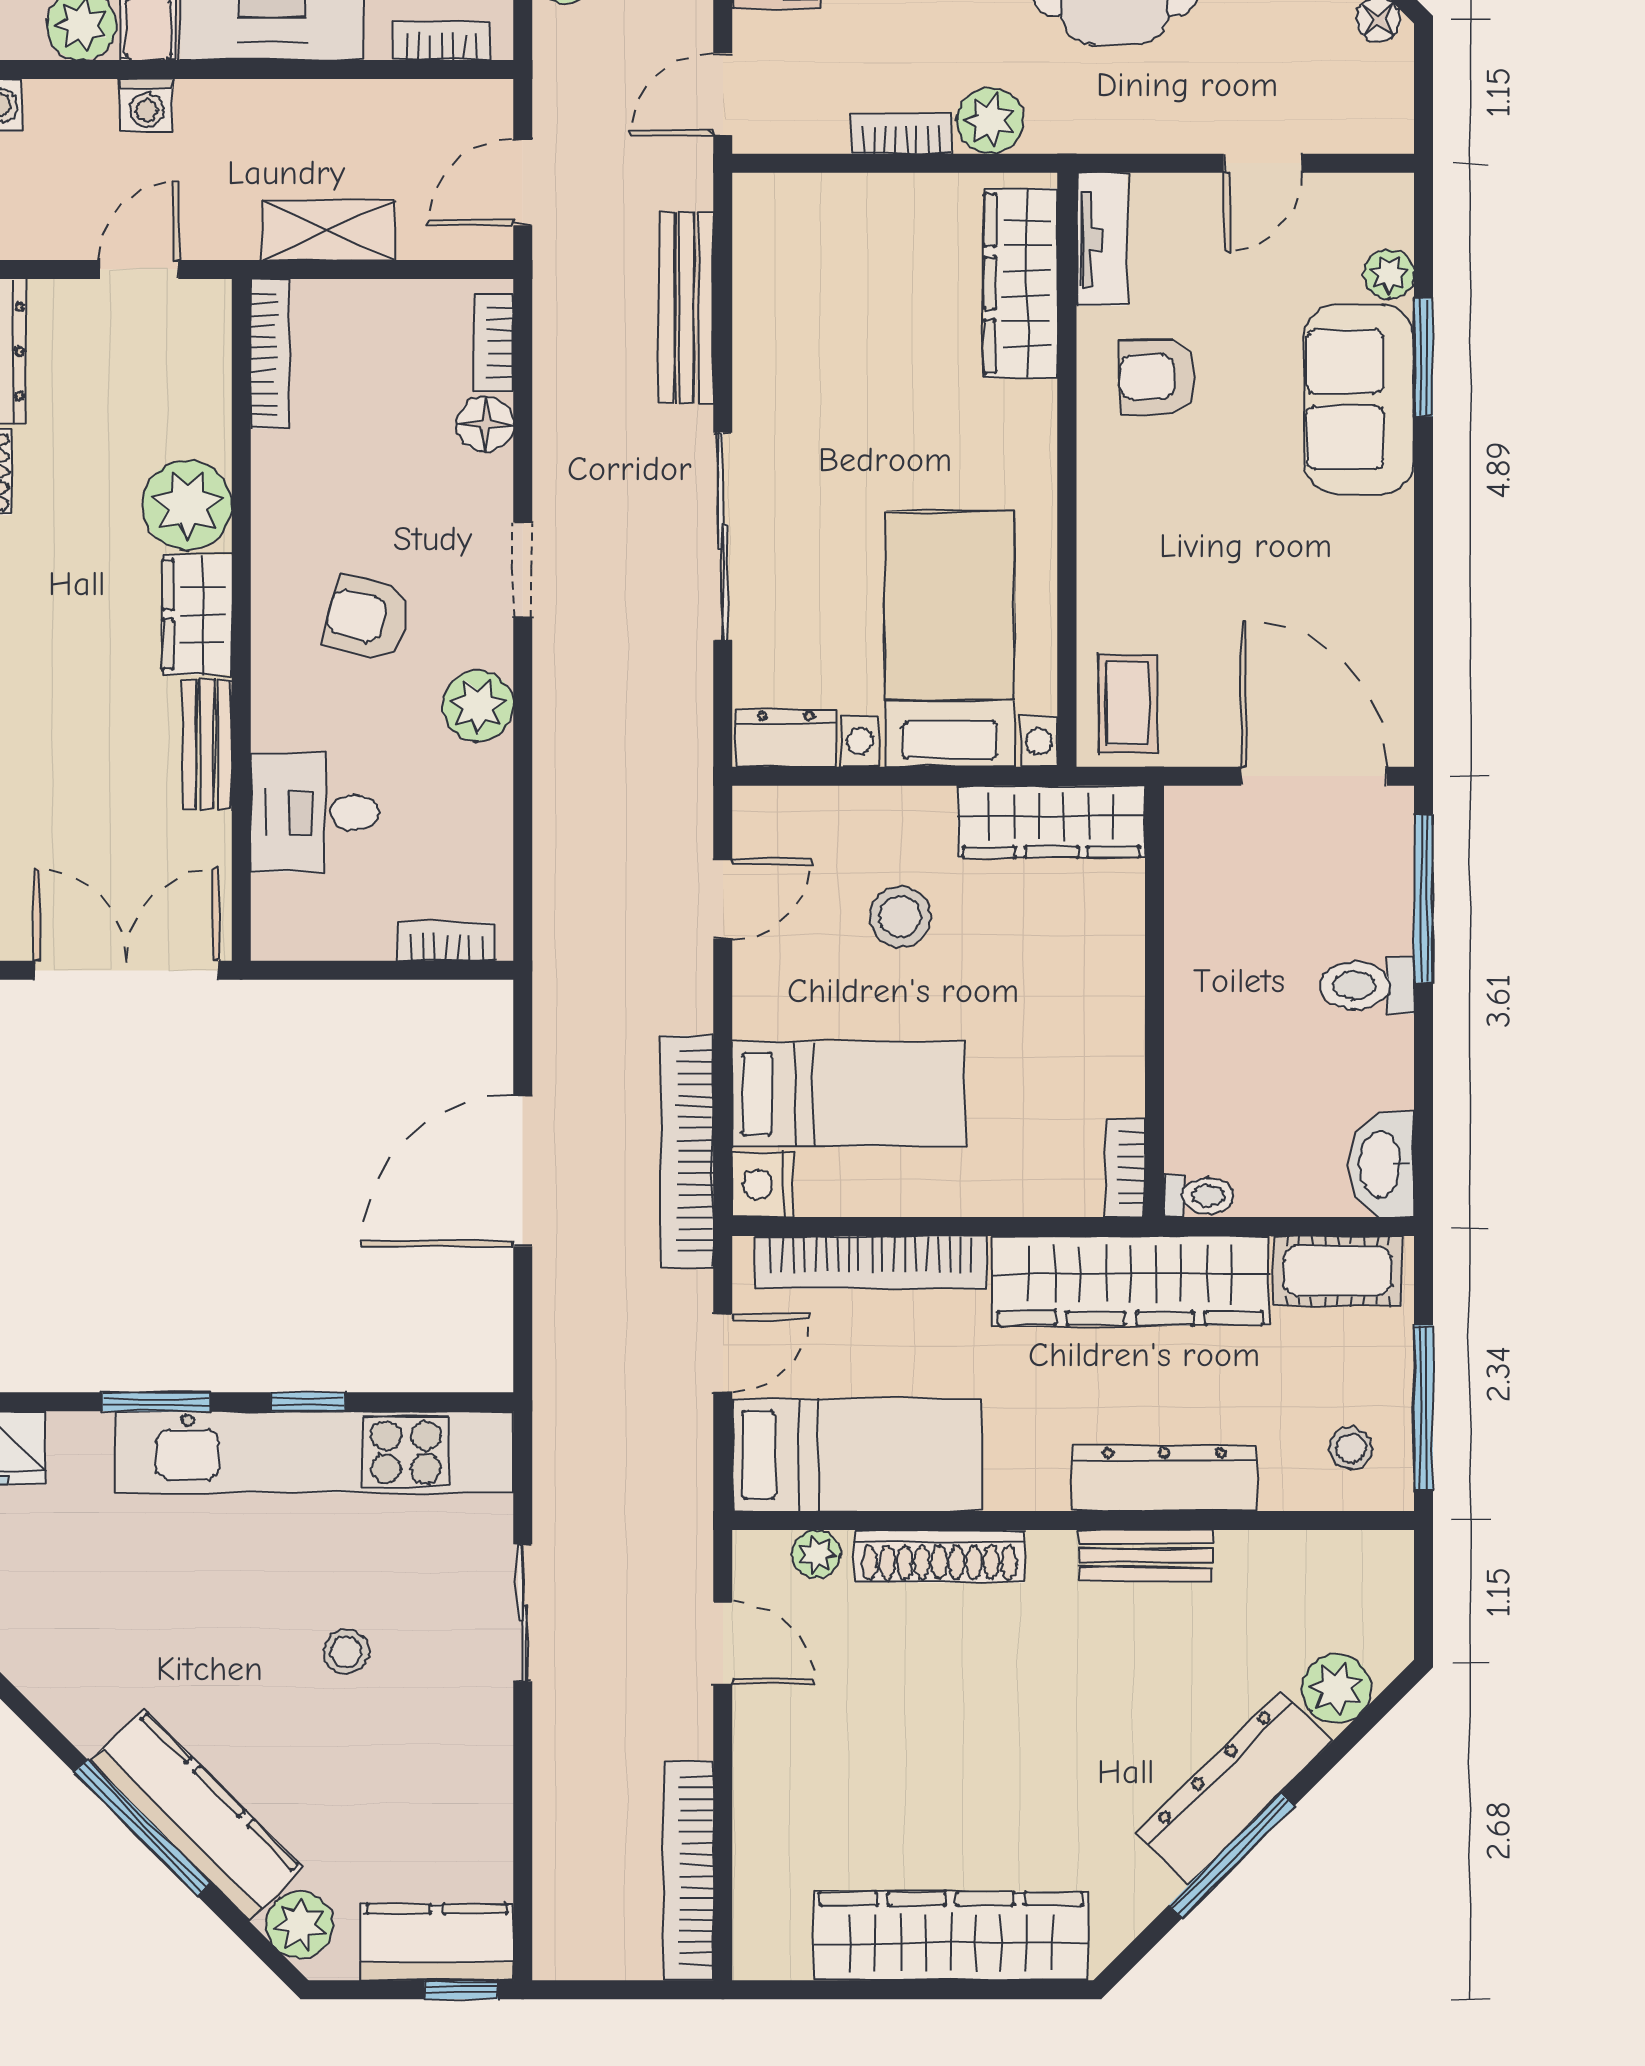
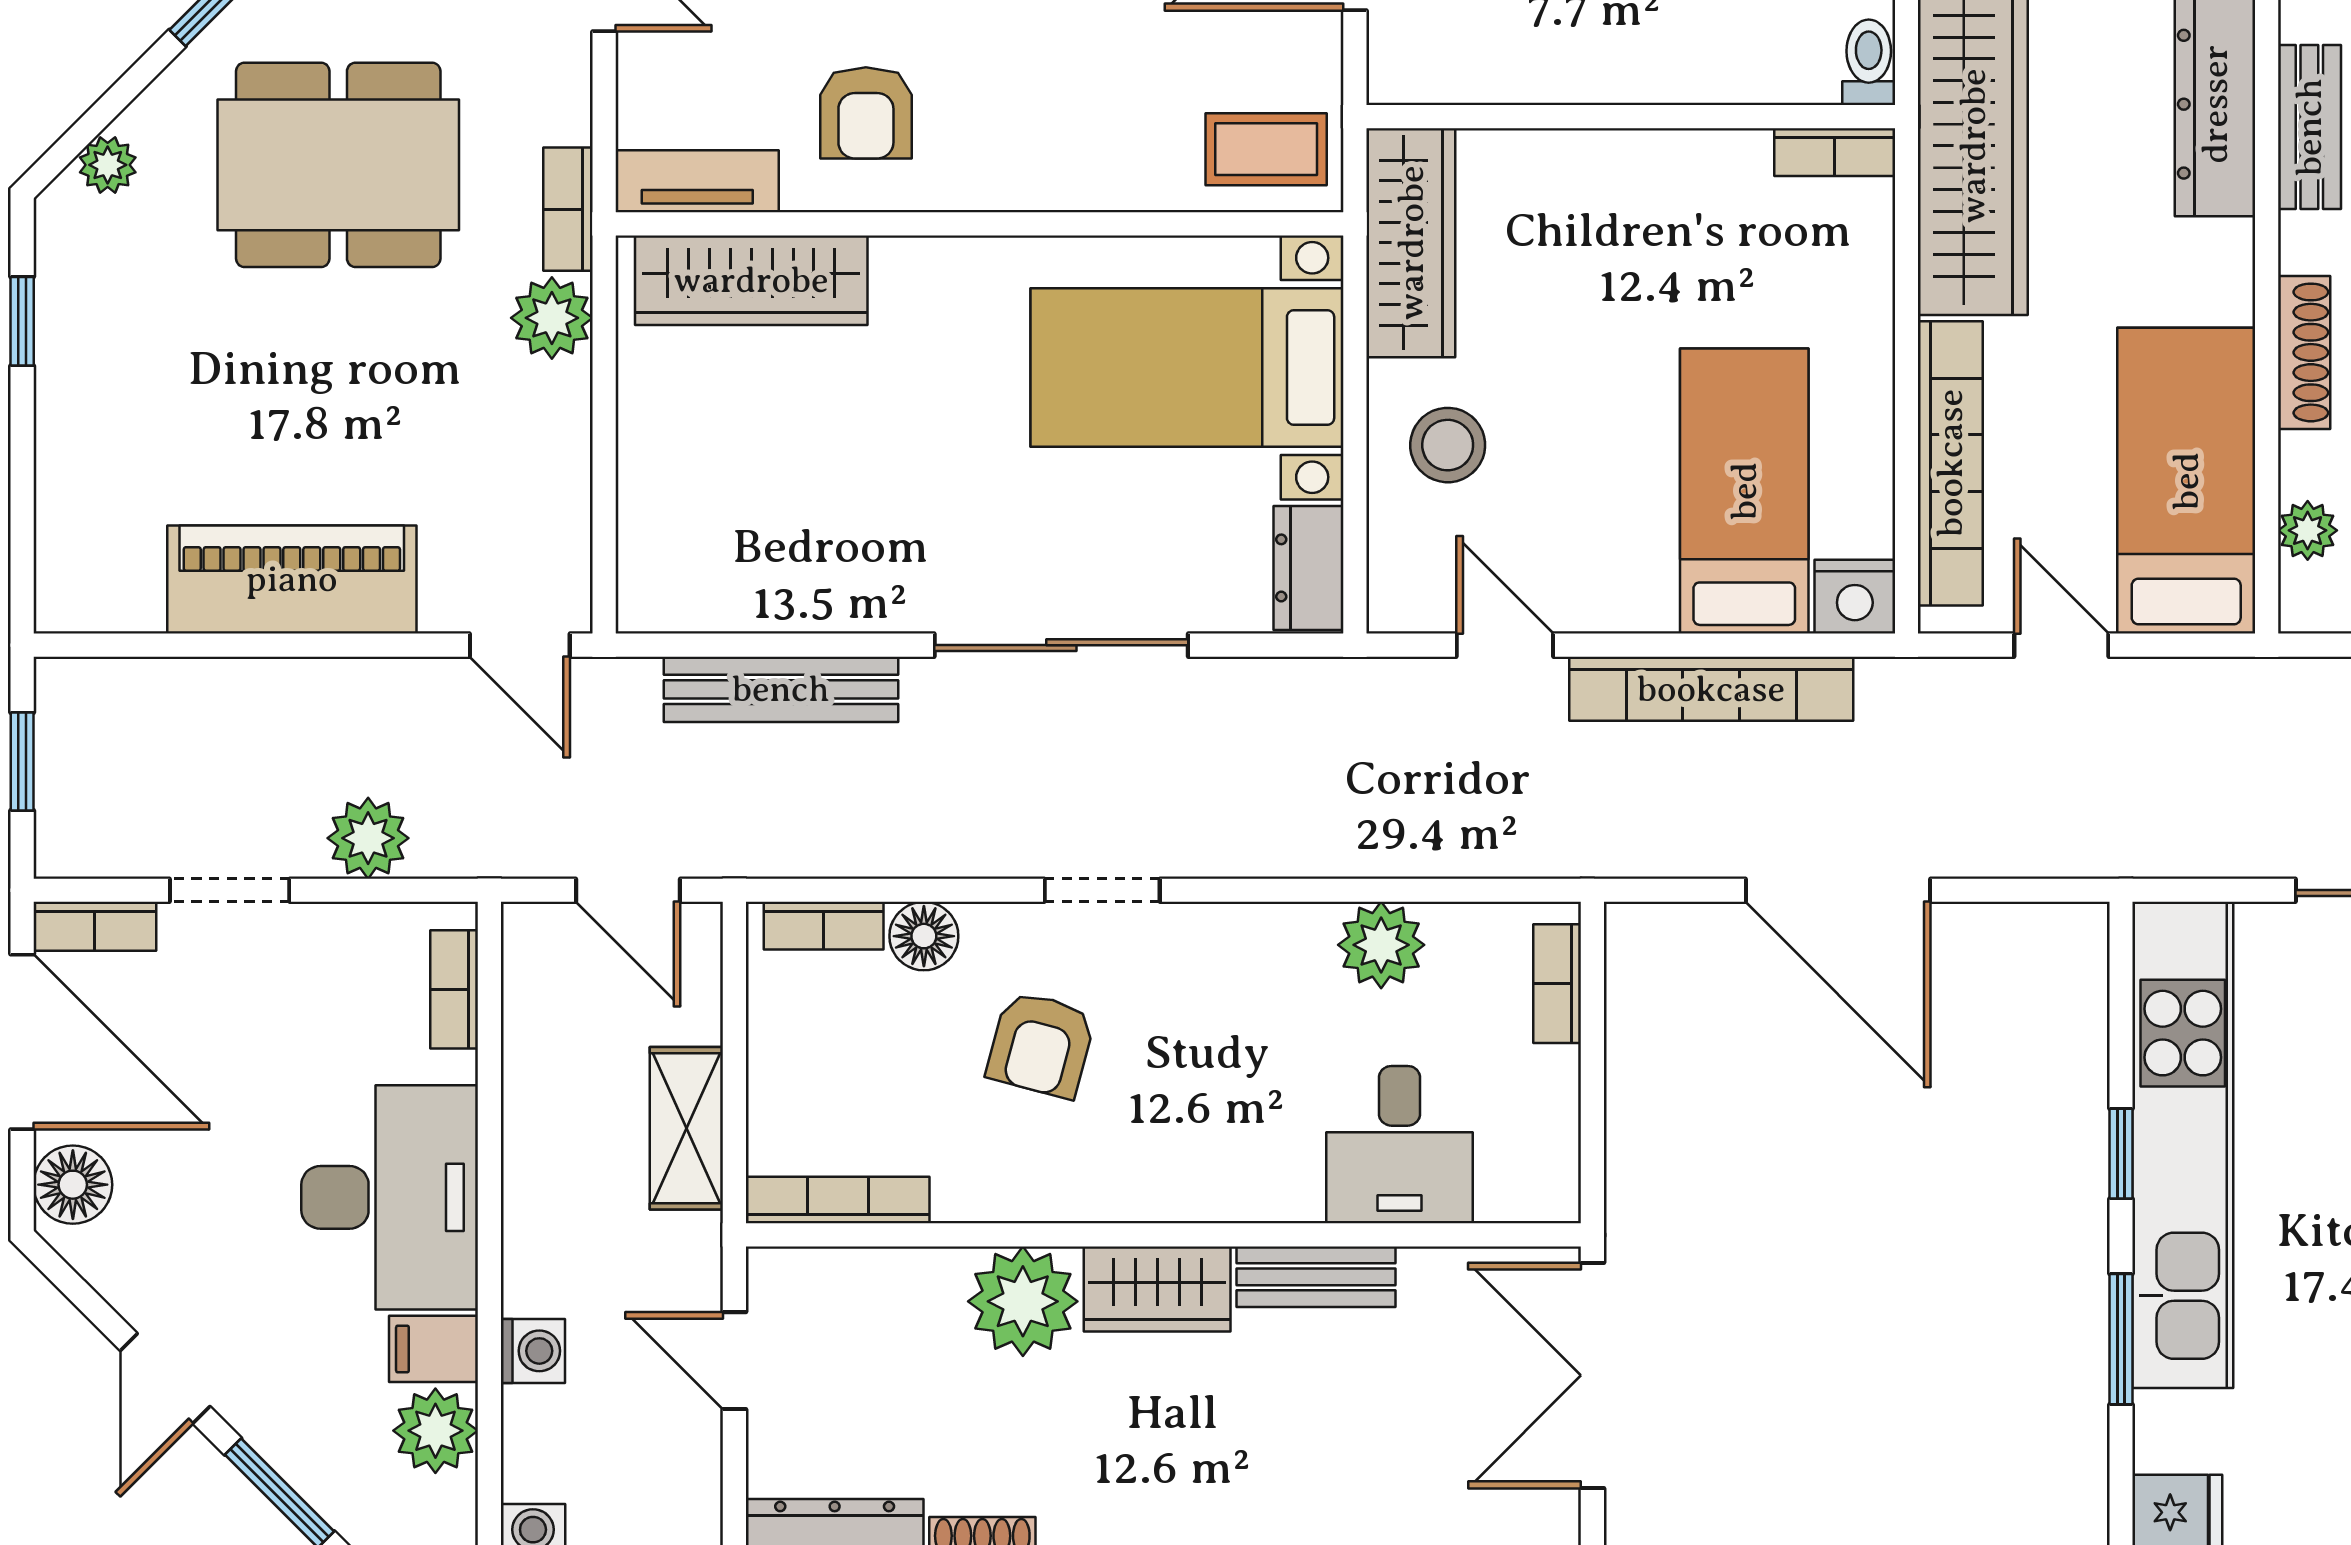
bookcase: (901, 134) -> (568, 209), moved
armchair: (367, 618) -> (1041, 1044), moved
plant: (478, 706) -> (1381, 945), moved
stool: (900, 917) -> (1448, 445), moved
bookcase: (687, 1151) -> (1711, 689), moved
shoe rack: (939, 1556) -> (2304, 352), width x0.74, depth x0.81

